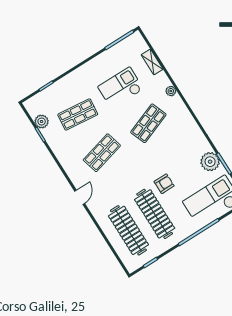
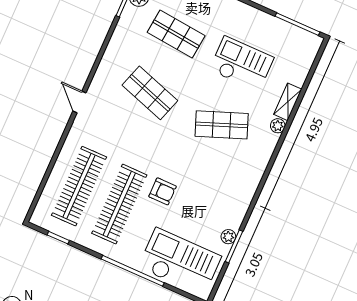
shelving: (152, 62) -> (288, 102), moved
shop shelf: (102, 153) -> (150, 93), turned 33
plant: (210, 162) -> (228, 237), width x0.53, depth x0.53
door: (80, 197) -> (79, 102), swing flipped

